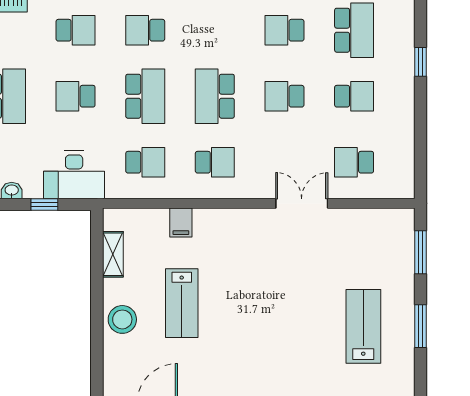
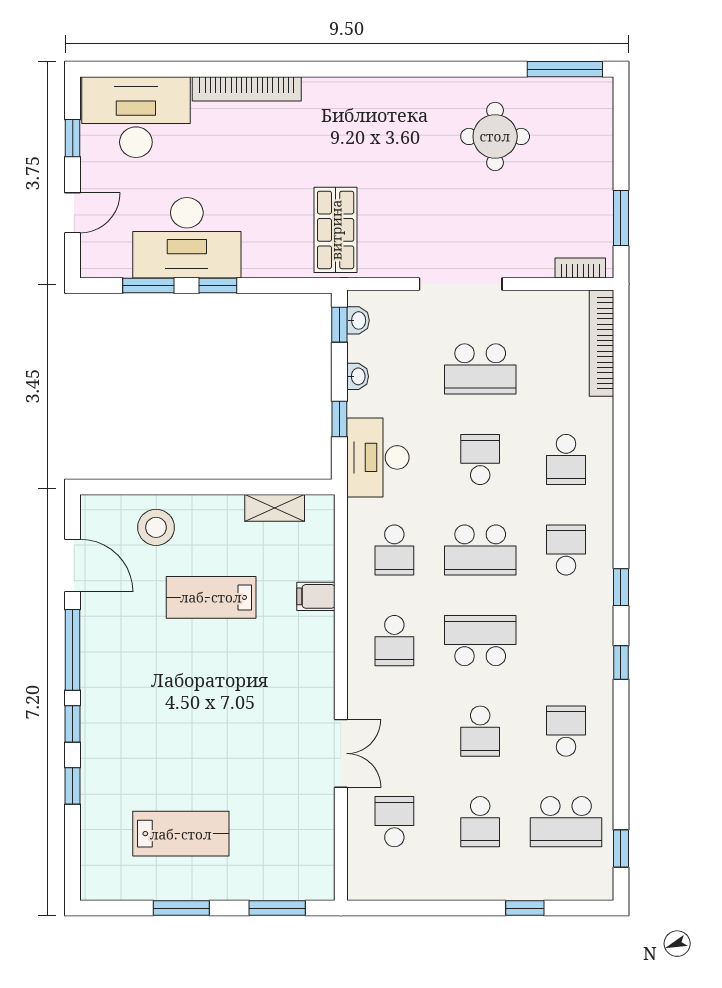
school desk: (284, 96) -> (480, 731), turned 180
stool: (122, 319) -> (156, 527), moved

